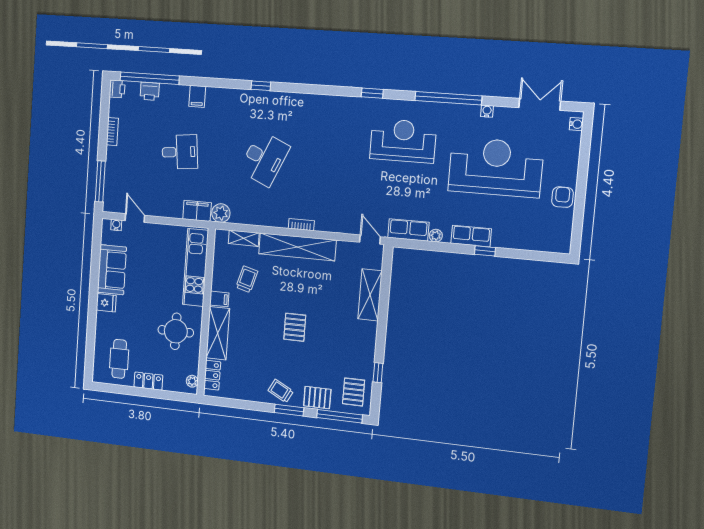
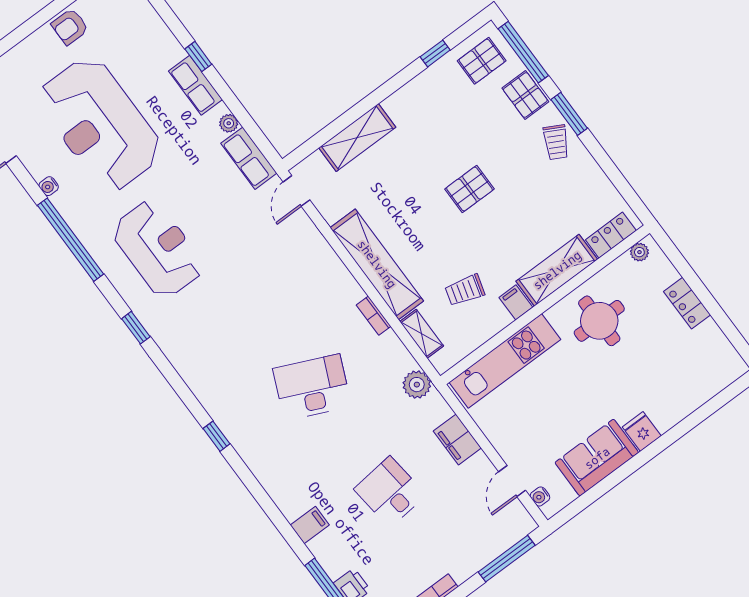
window: (261, 86) -> (216, 436), moved
reception desk: (403, 141) -> (158, 249), turned 180
filing cabinet: (197, 211) -> (457, 439), moved
bookcase: (301, 225) -> (374, 316), moved
cafe table: (119, 359) -> (693, 360), removed

